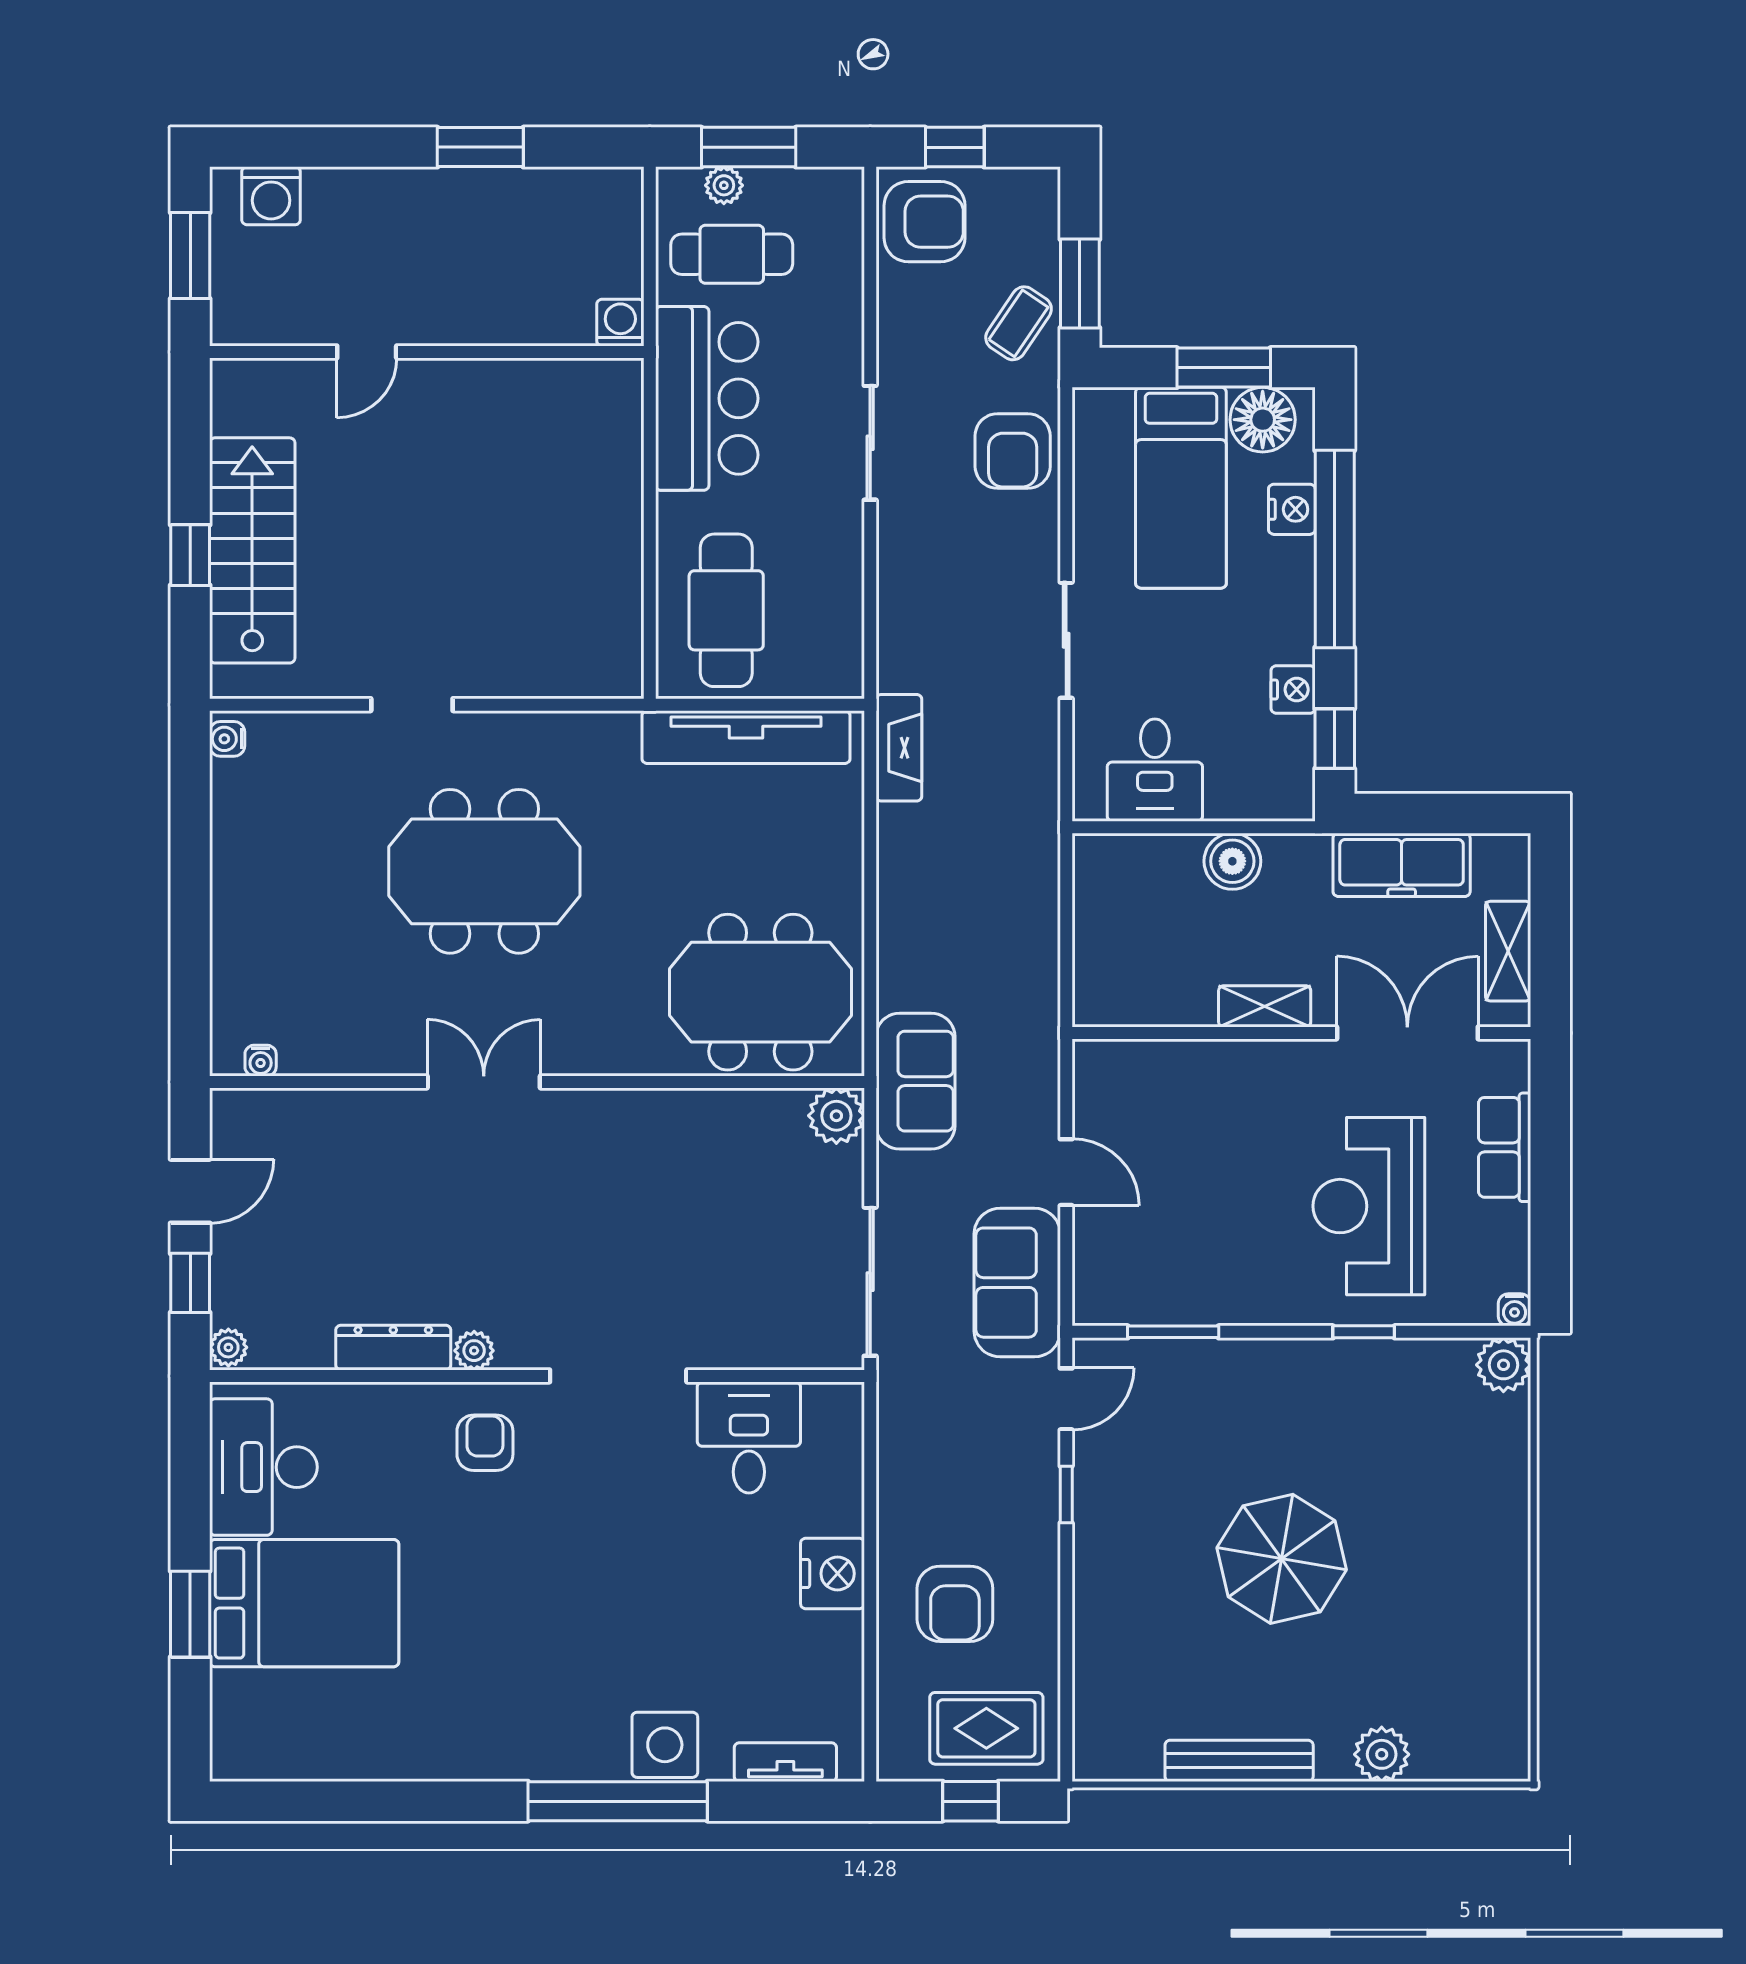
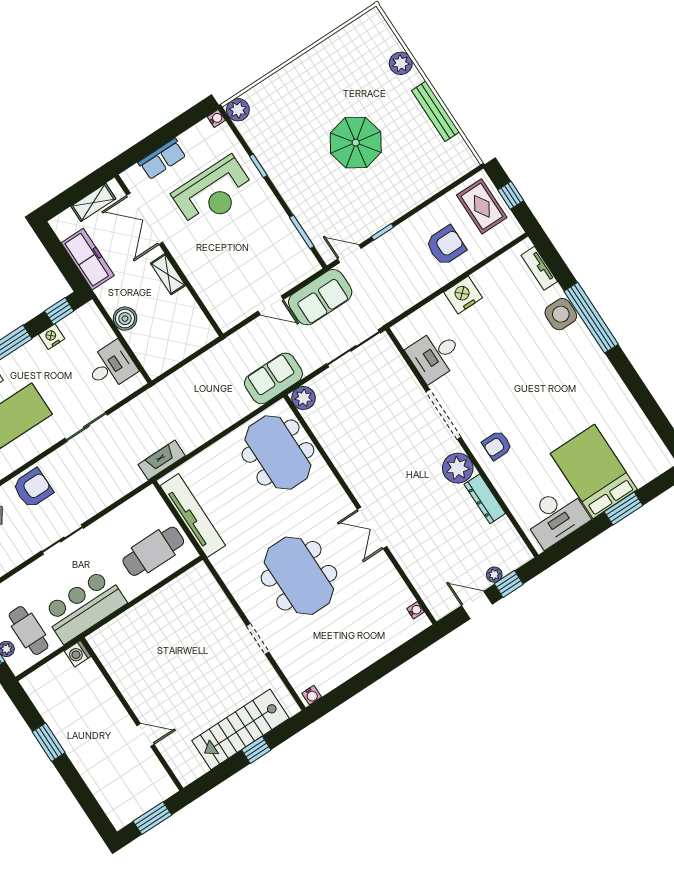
washing machine: (271, 196) -> (113, 804), removed
door: (1066, 1172) -> (271, 305), swing flipped
plant: (228, 1347) -> (494, 575), moved
plant: (474, 1351) -> (458, 468), width x1.87, depth x1.87

